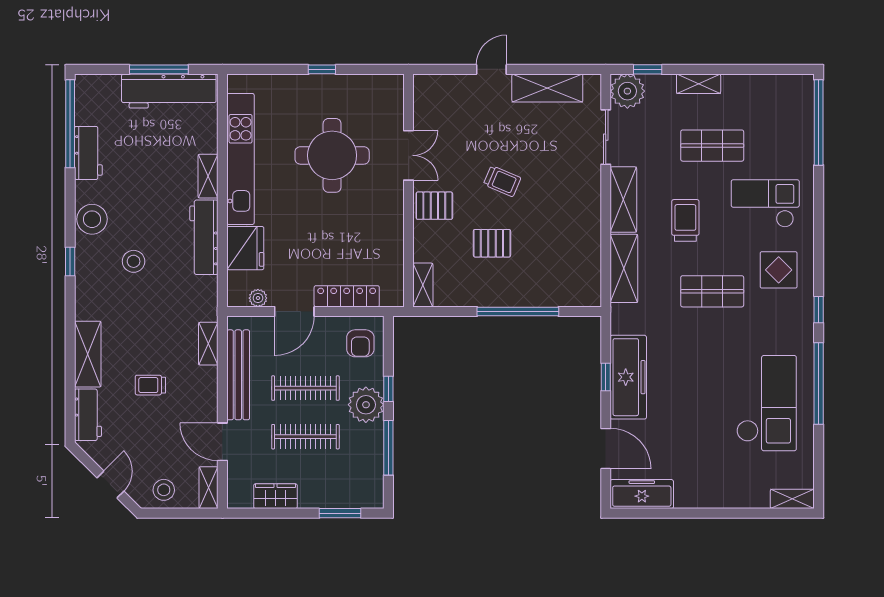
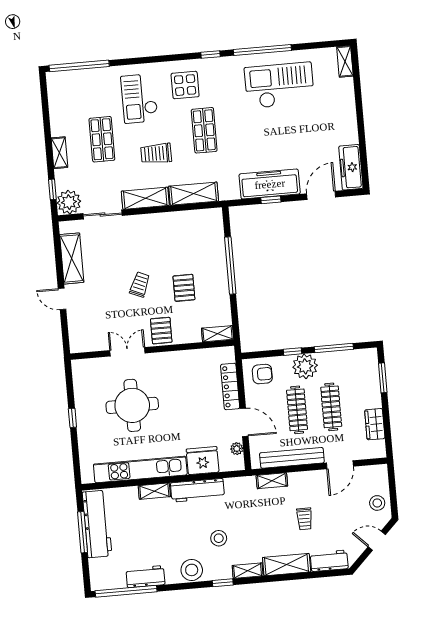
shelving: (209, 488) -> (248, 571), moved

